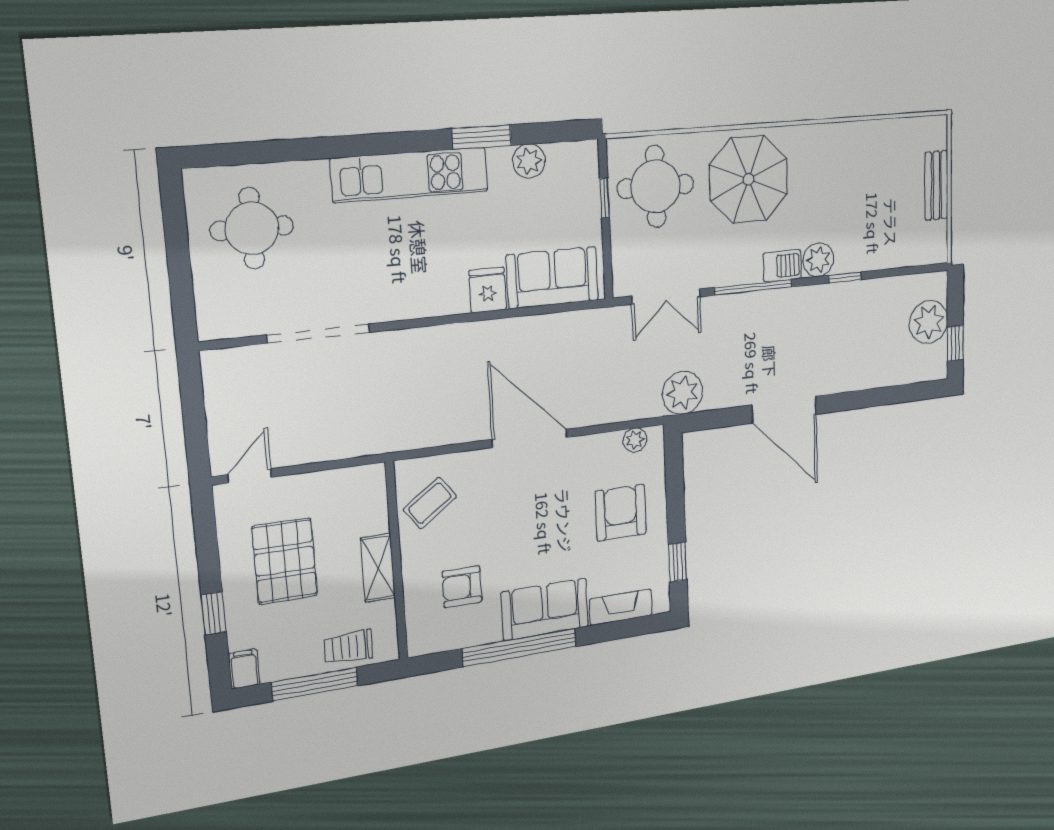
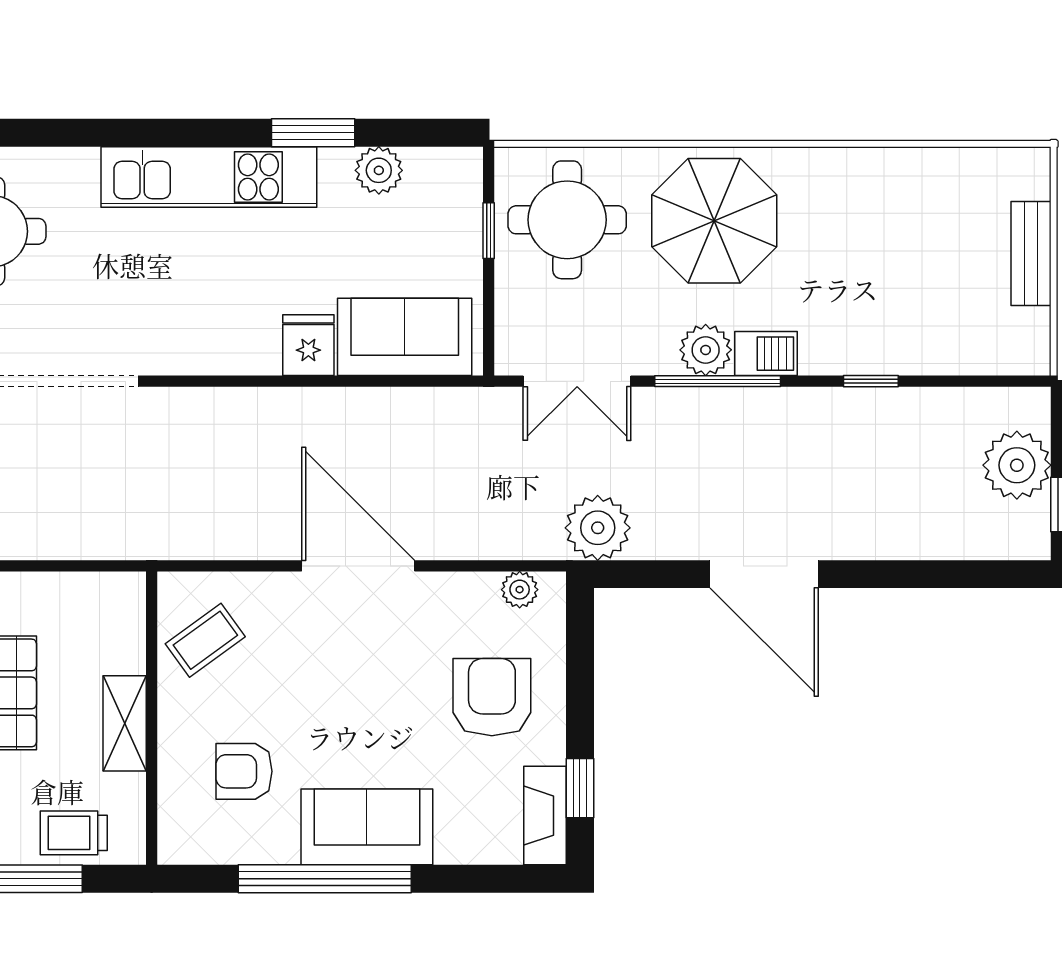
plant: (818, 260) -> (706, 350), moved
fireplace: (621, 607) -> (545, 816), moved, turned -90

